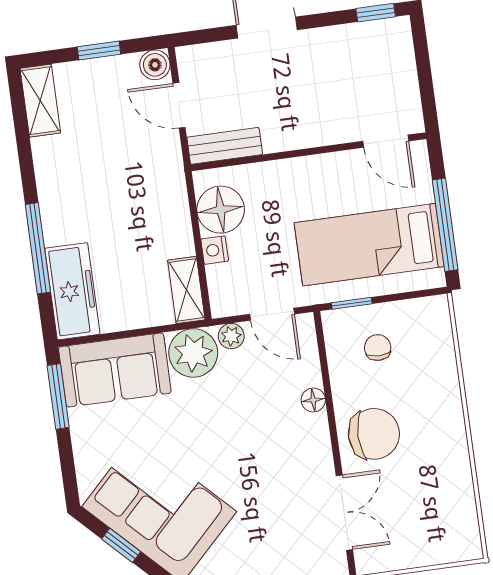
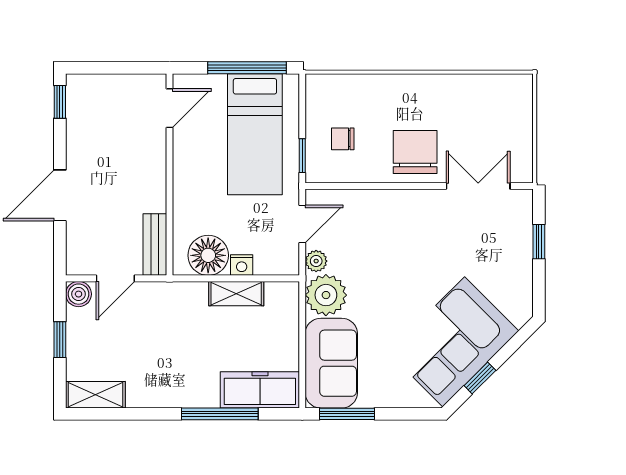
shelving: (186, 290) -> (236, 294), moved
floor lamp: (313, 400) -> (379, 199), removed

